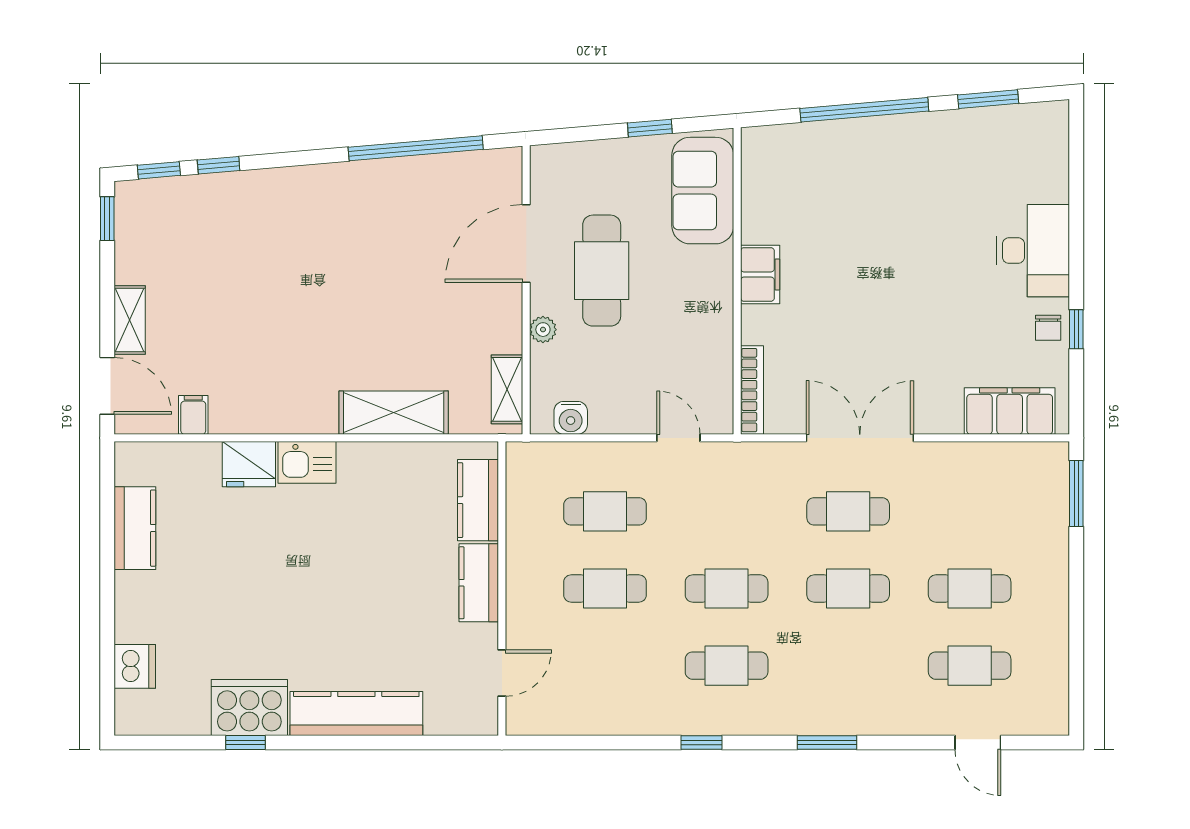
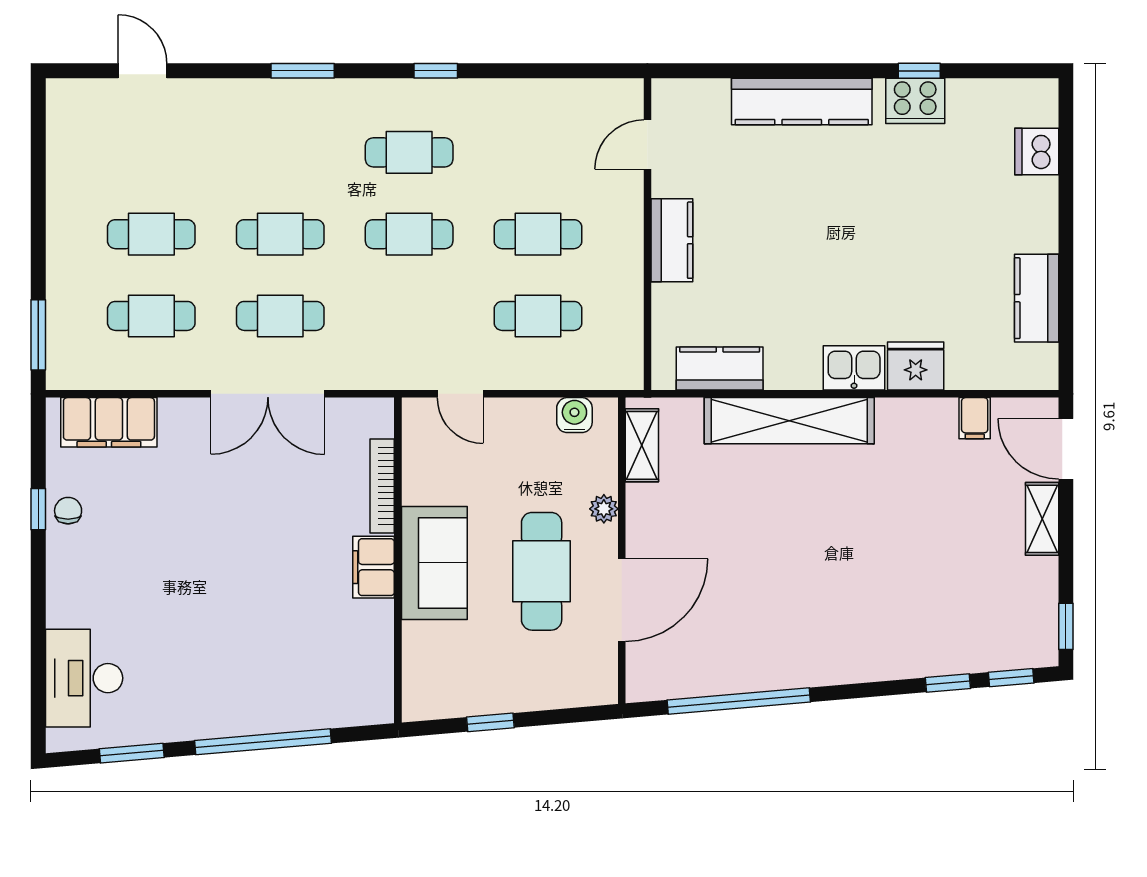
sofa: (703, 191) -> (434, 563), moved
desk: (1033, 251) -> (84, 678), moved
bookcase: (752, 390) -> (382, 486), moved
shelving: (394, 413) -> (789, 421), width x1.47
kitchen counter: (478, 500) -> (720, 369), moved, turned -90
cafe table: (970, 666) -> (151, 316), moved
cooker: (249, 708) -> (915, 101), width x0.73, depth x0.76

